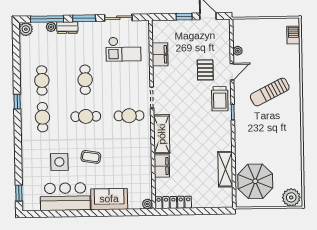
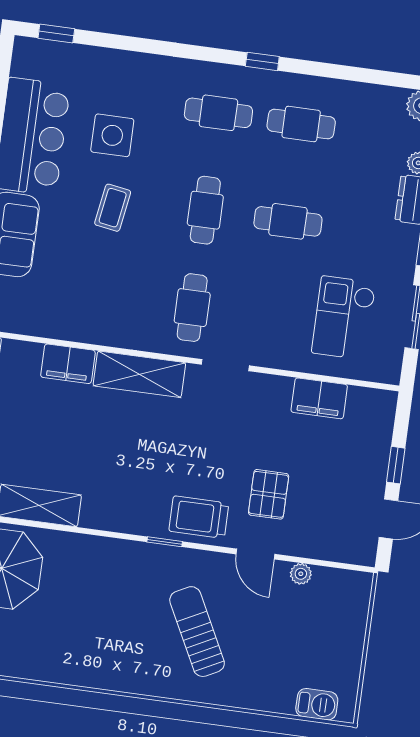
pallet: (205, 70) -> (269, 494), turned 90

